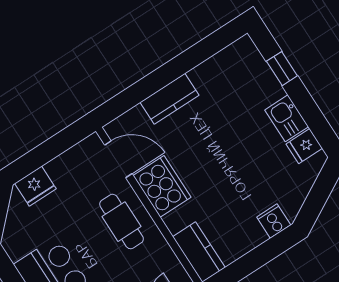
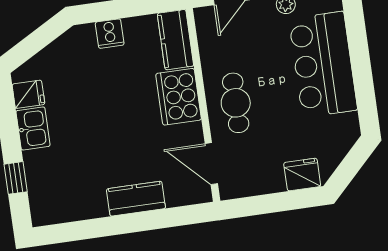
cooker: (162, 186) -> (179, 97), moved
cooker: (274, 221) -> (110, 34), moved

